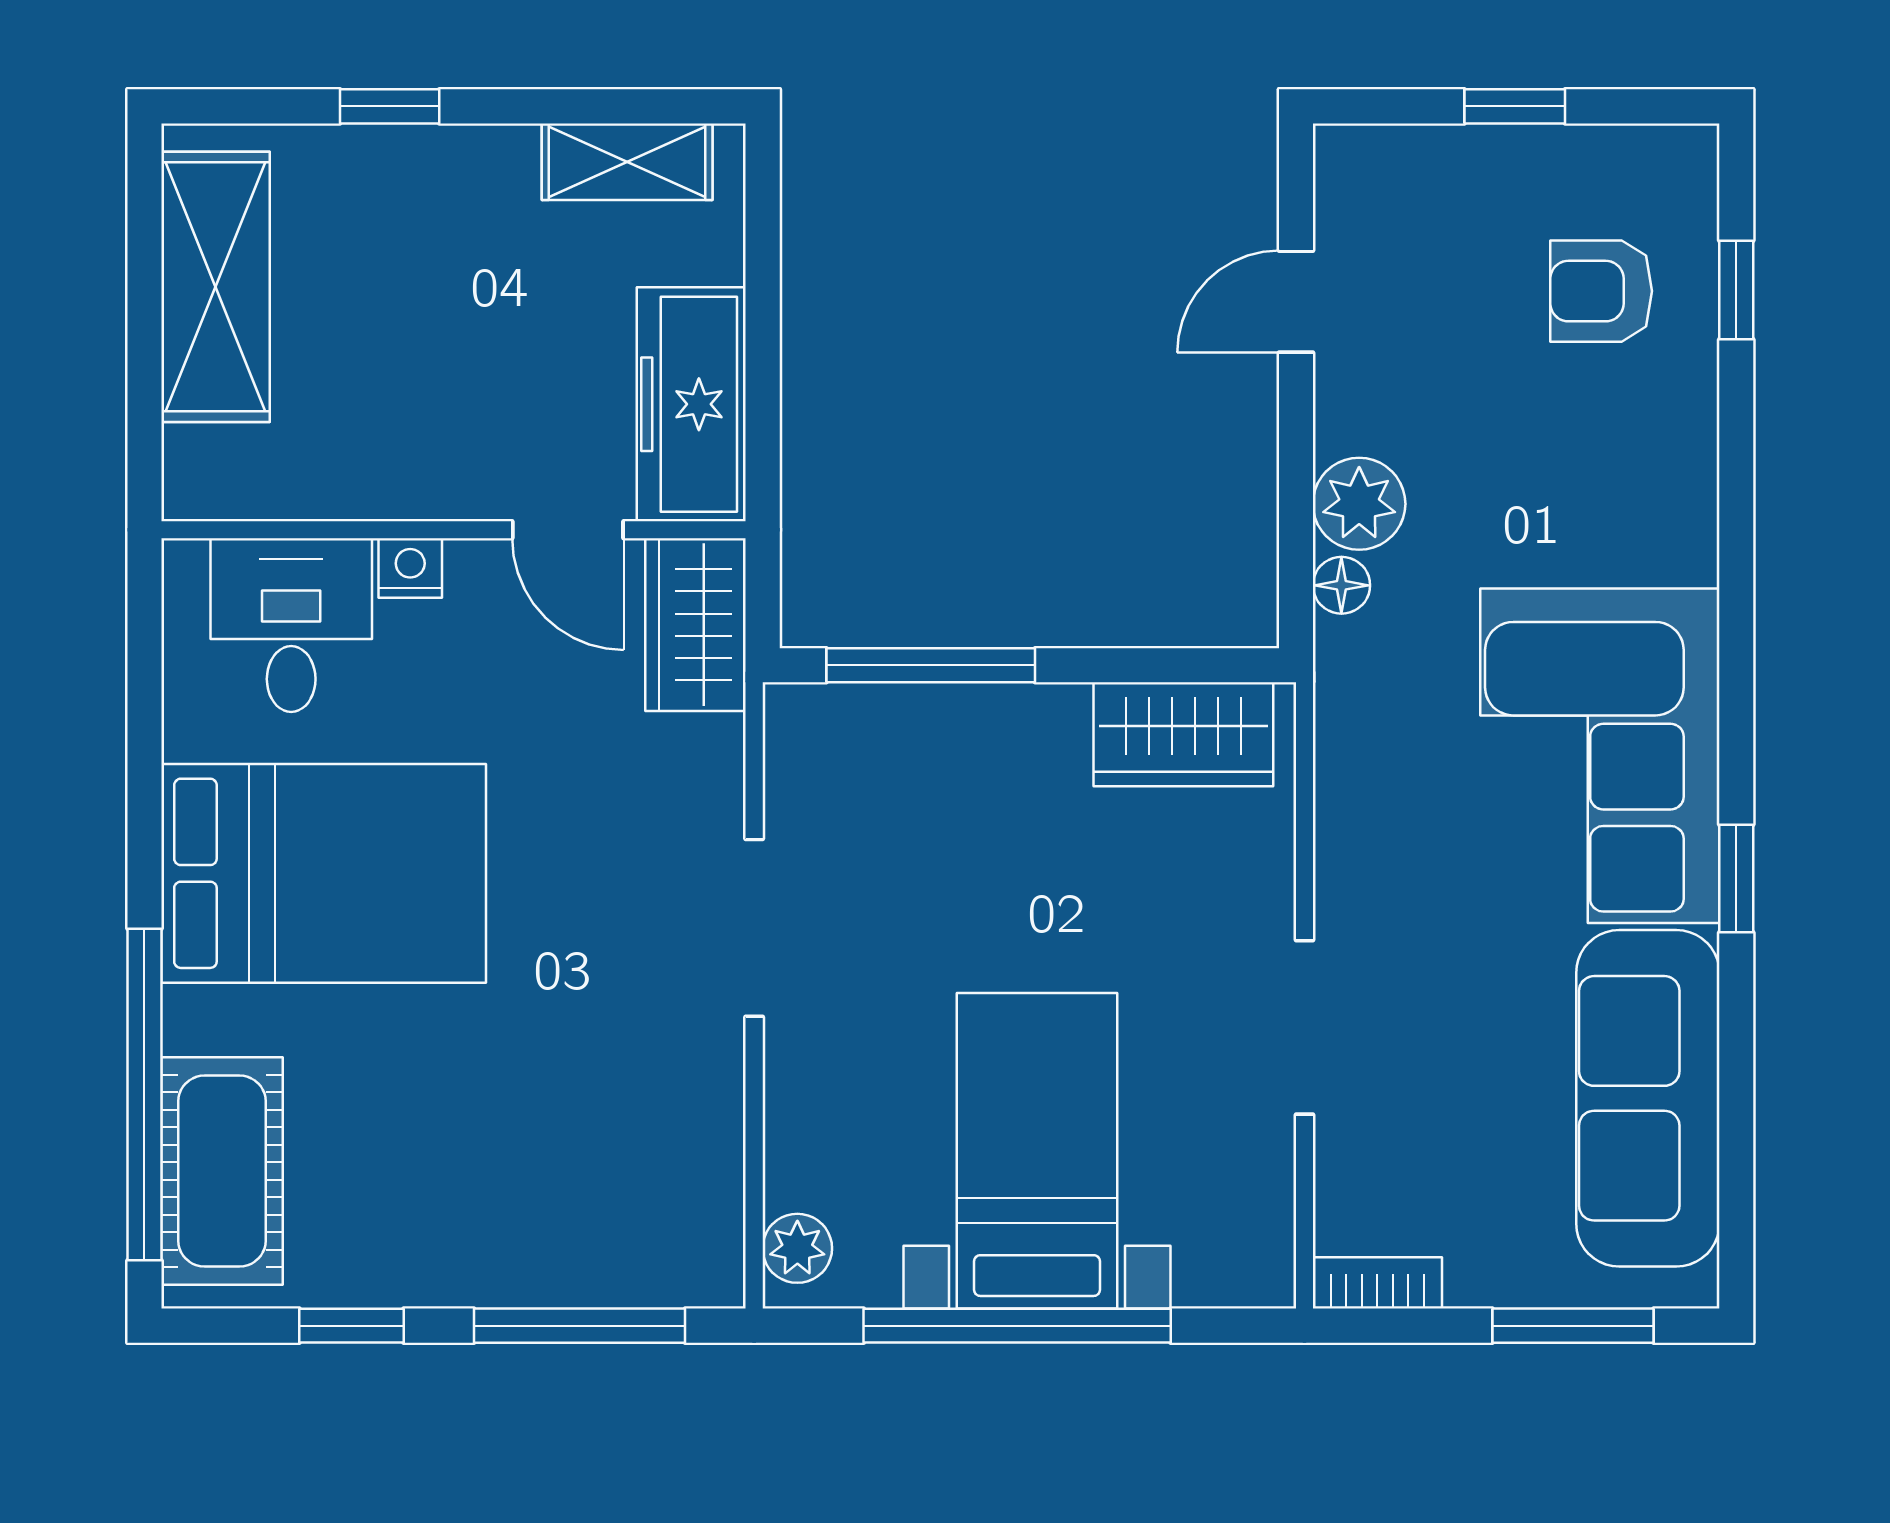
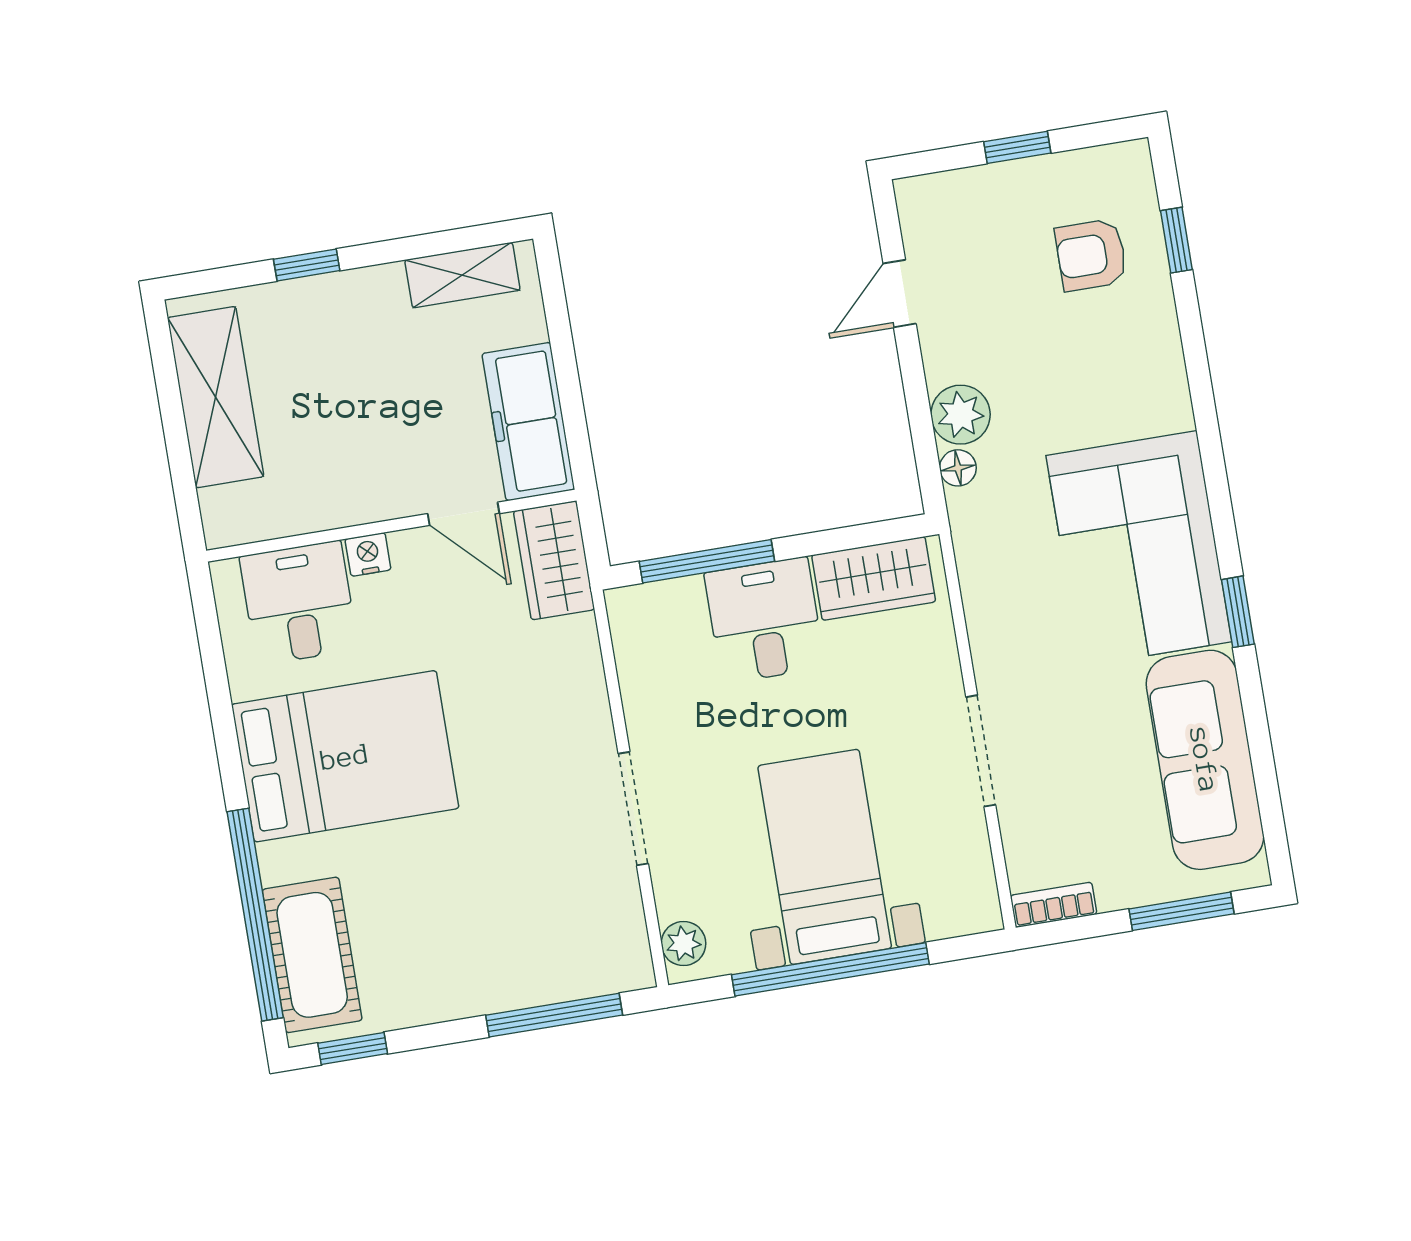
desk: (1005, 771) -> (765, 620), added
doorway: (754, 928) -> (633, 809), moved
window: (351, 1326) -> (353, 1048), moved

